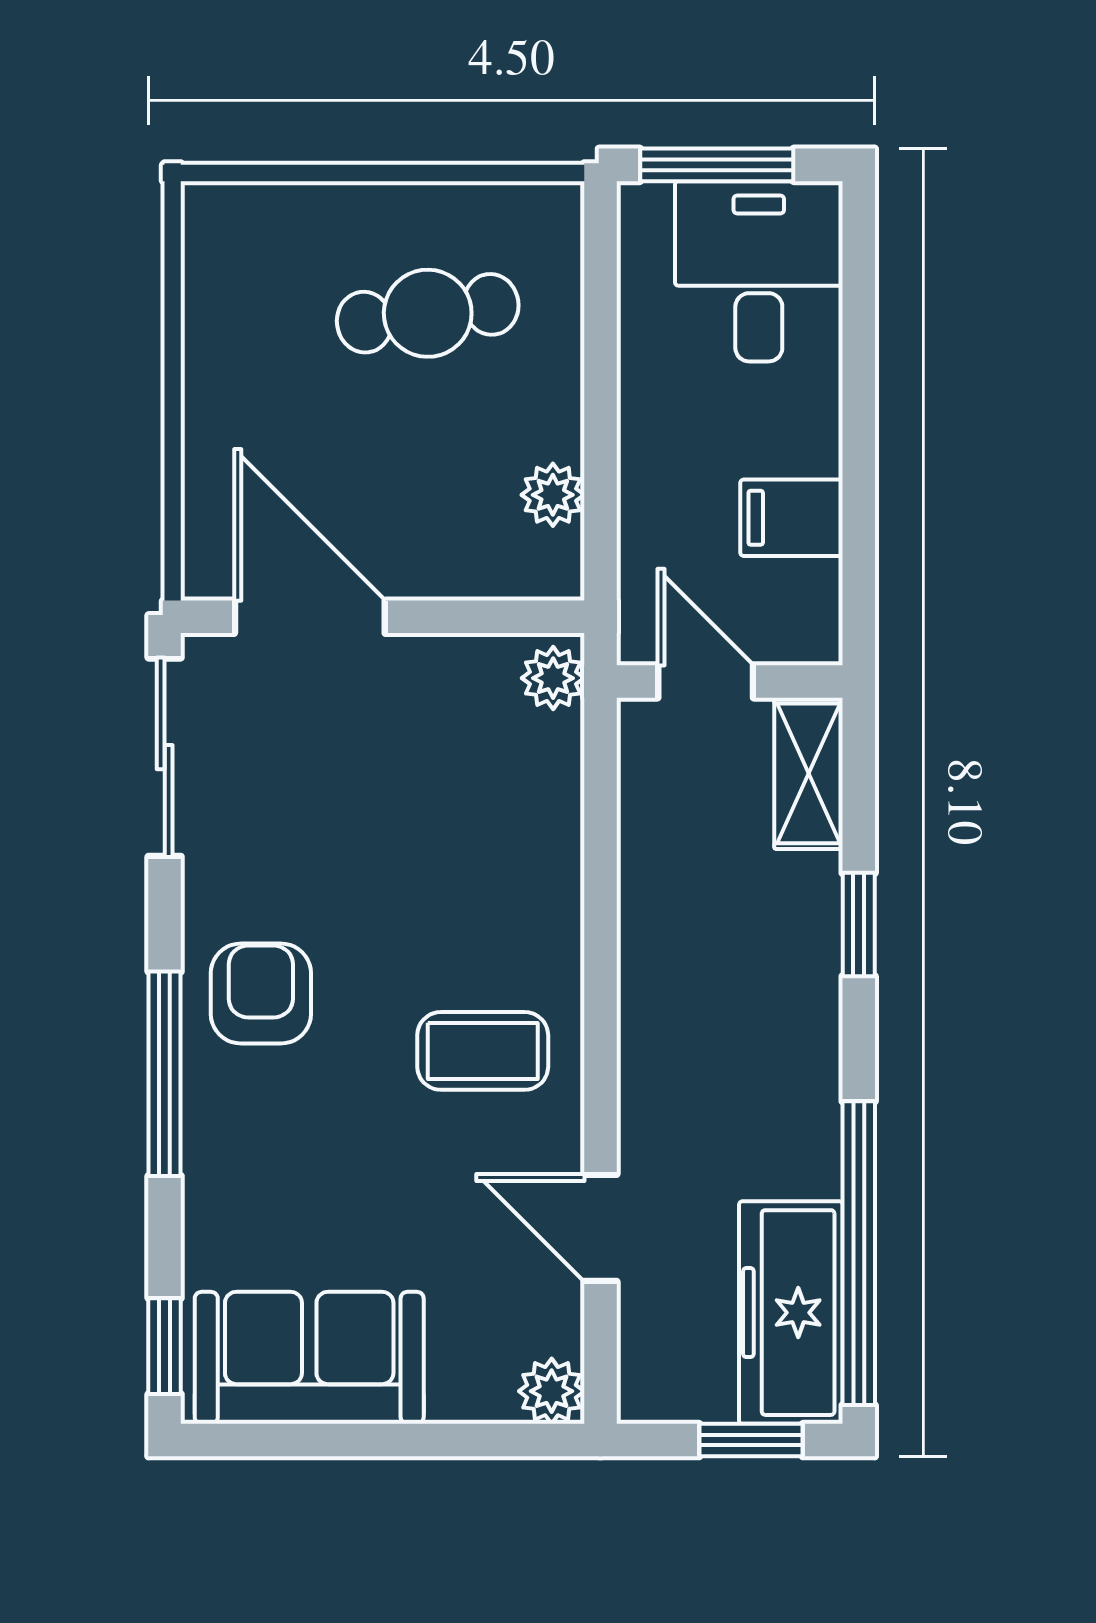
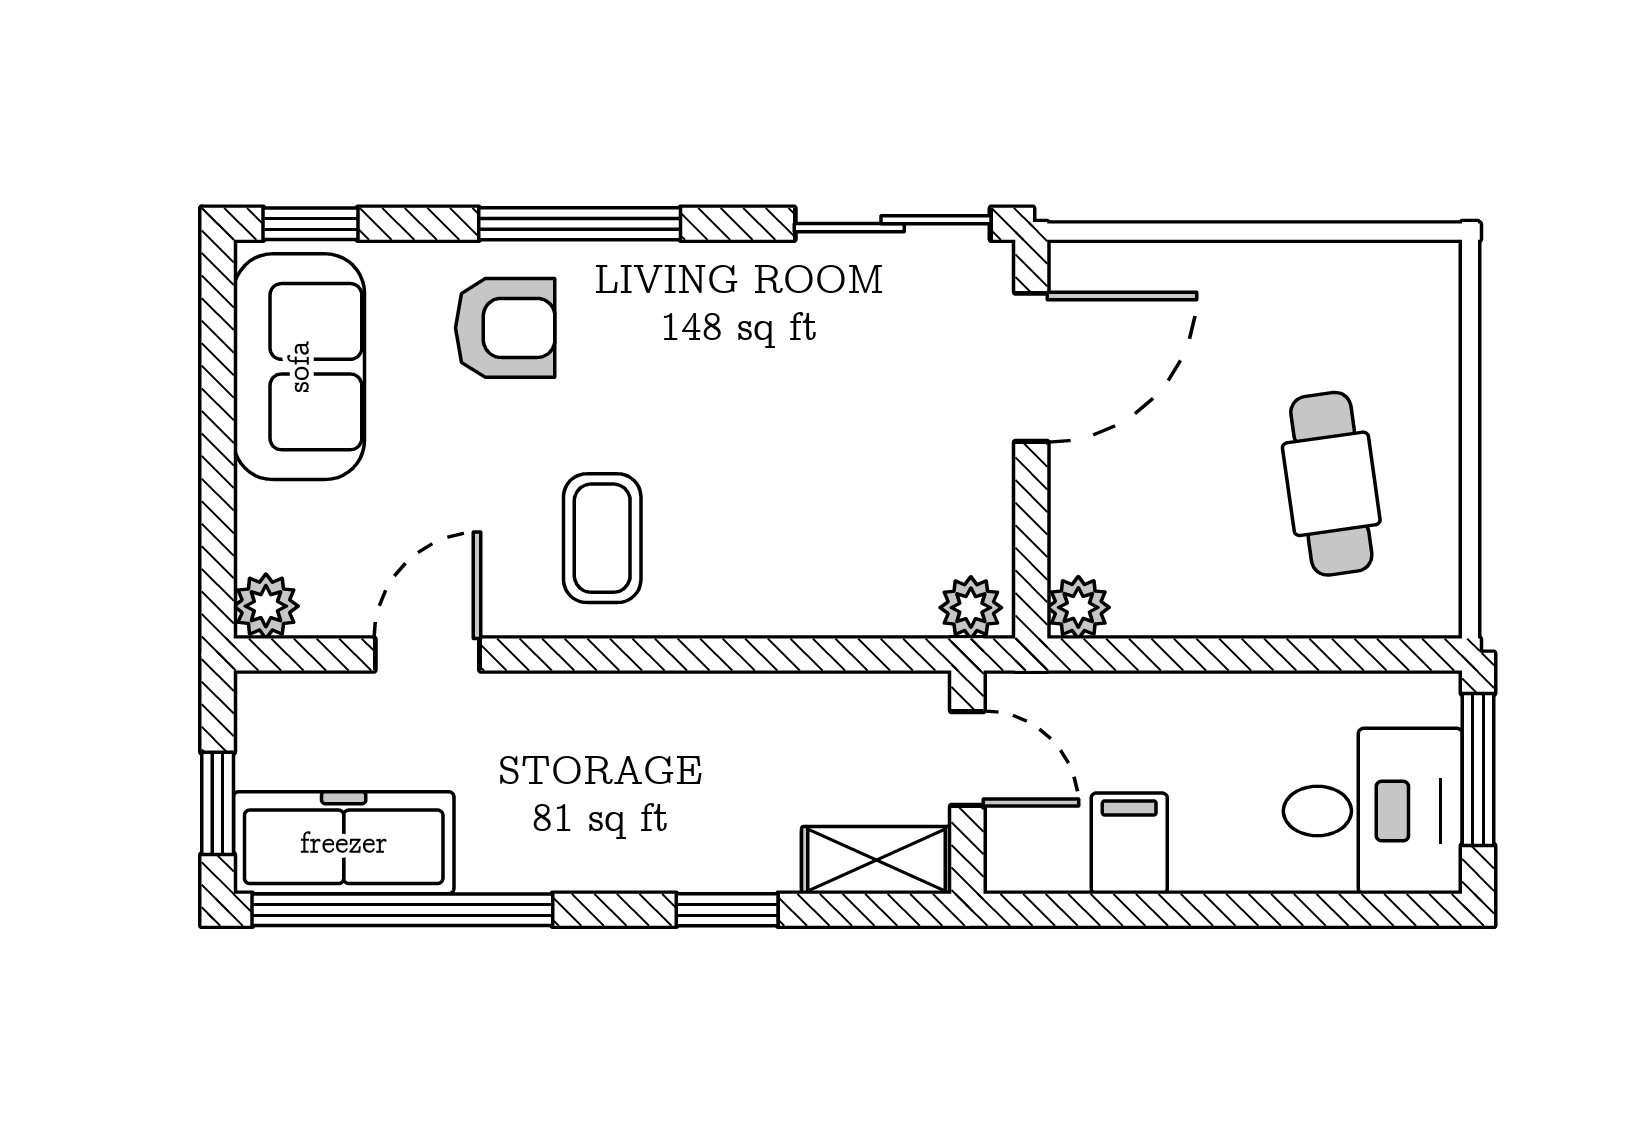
plant: (553, 495) -> (1078, 607), moved
door: (706, 681) -> (967, 758), hinge flipped
armchair: (261, 994) -> (505, 328), moved

